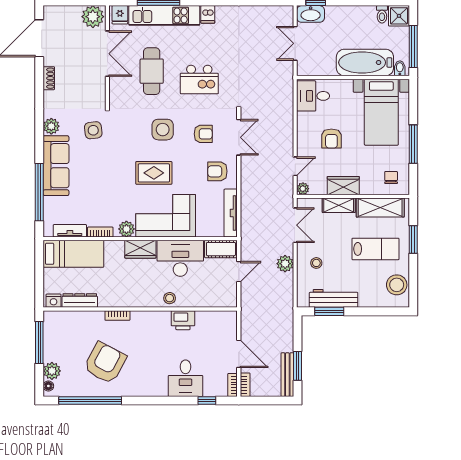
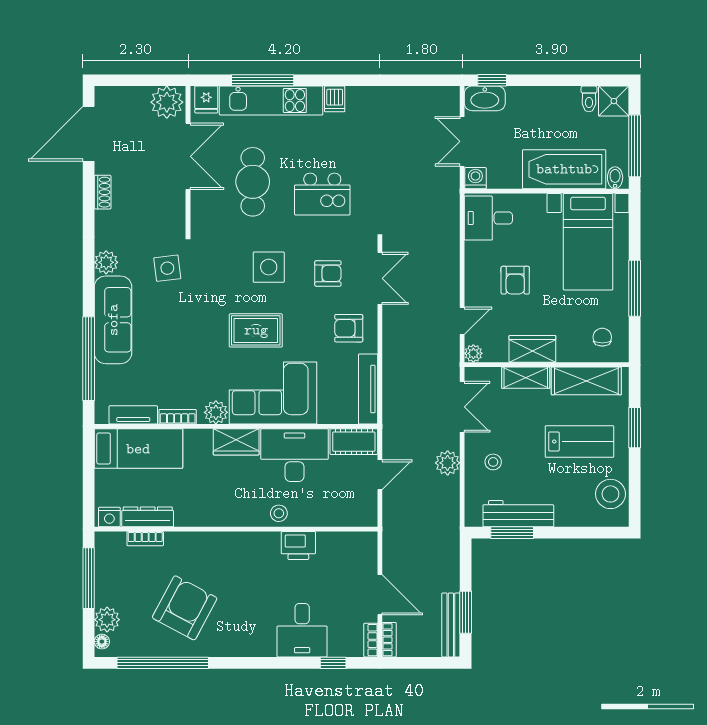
washing machine: (304, 69) -> (475, 178), added
bookcase: (117, 316) -> (145, 539), moved

